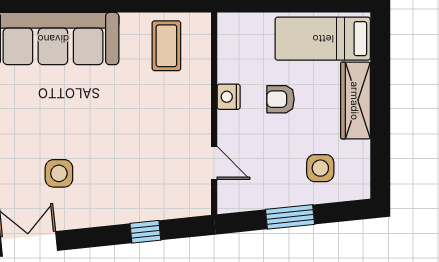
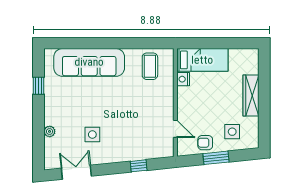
bed: (323, 39) -> (202, 60), moved, turned 180
nightstand: (229, 97) -> (183, 79), moved
armchair: (281, 99) -> (205, 143), moved

